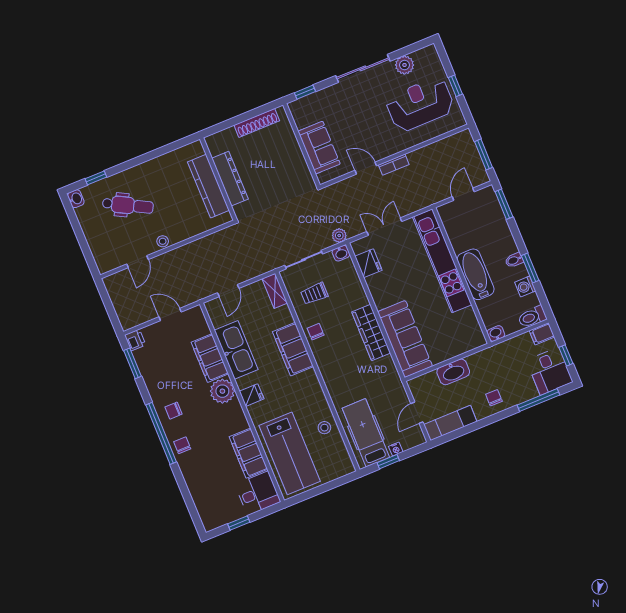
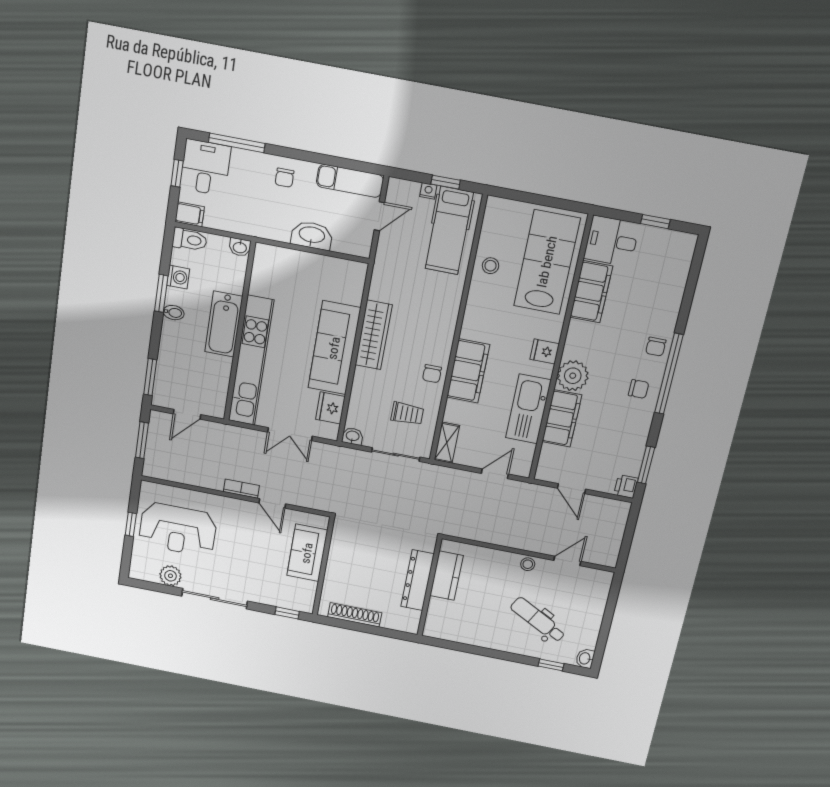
kitchen counter: (208, 186) -> (446, 576), width x0.67
plant: (339, 236) -> (343, 455), removed
sofa: (405, 339) -> (334, 348), moved

